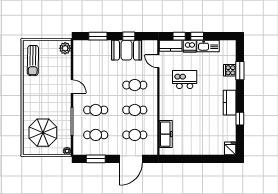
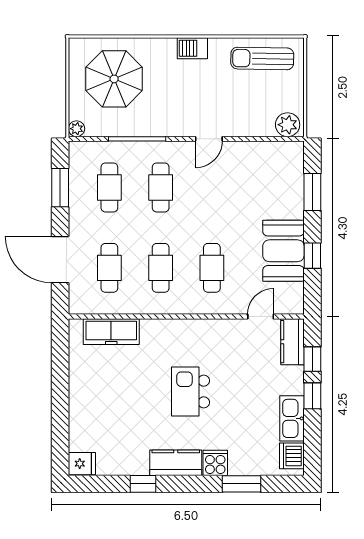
dishwasher: (190, 46) -> (292, 456), moved
cooker: (230, 70) -> (215, 463), moved
kitchen island: (185, 80) -> (191, 392), moved, turned 180
barbecue: (28, 94) -> (192, 48), added

